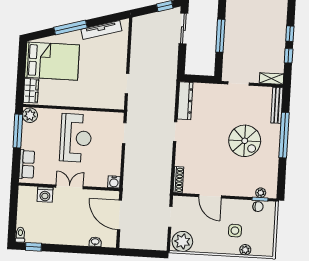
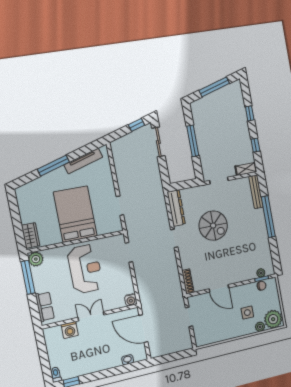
window: (290, 34) -> (250, 113), moved
bed: (52, 61) -> (75, 214), moved, turned -90
spiral stairs: (245, 141) -> (213, 226), moved
plant: (182, 241) -> (273, 319), moved

